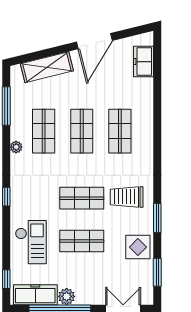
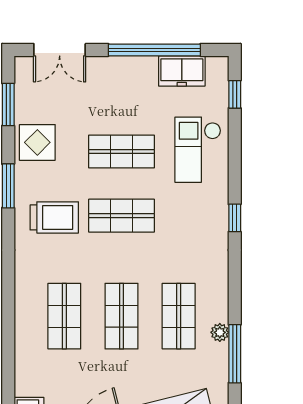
plant: (16, 147) -> (220, 332), moved
freezer: (35, 295) -> (182, 71), width x0.71
plant: (67, 296) -> (144, 68), removed

